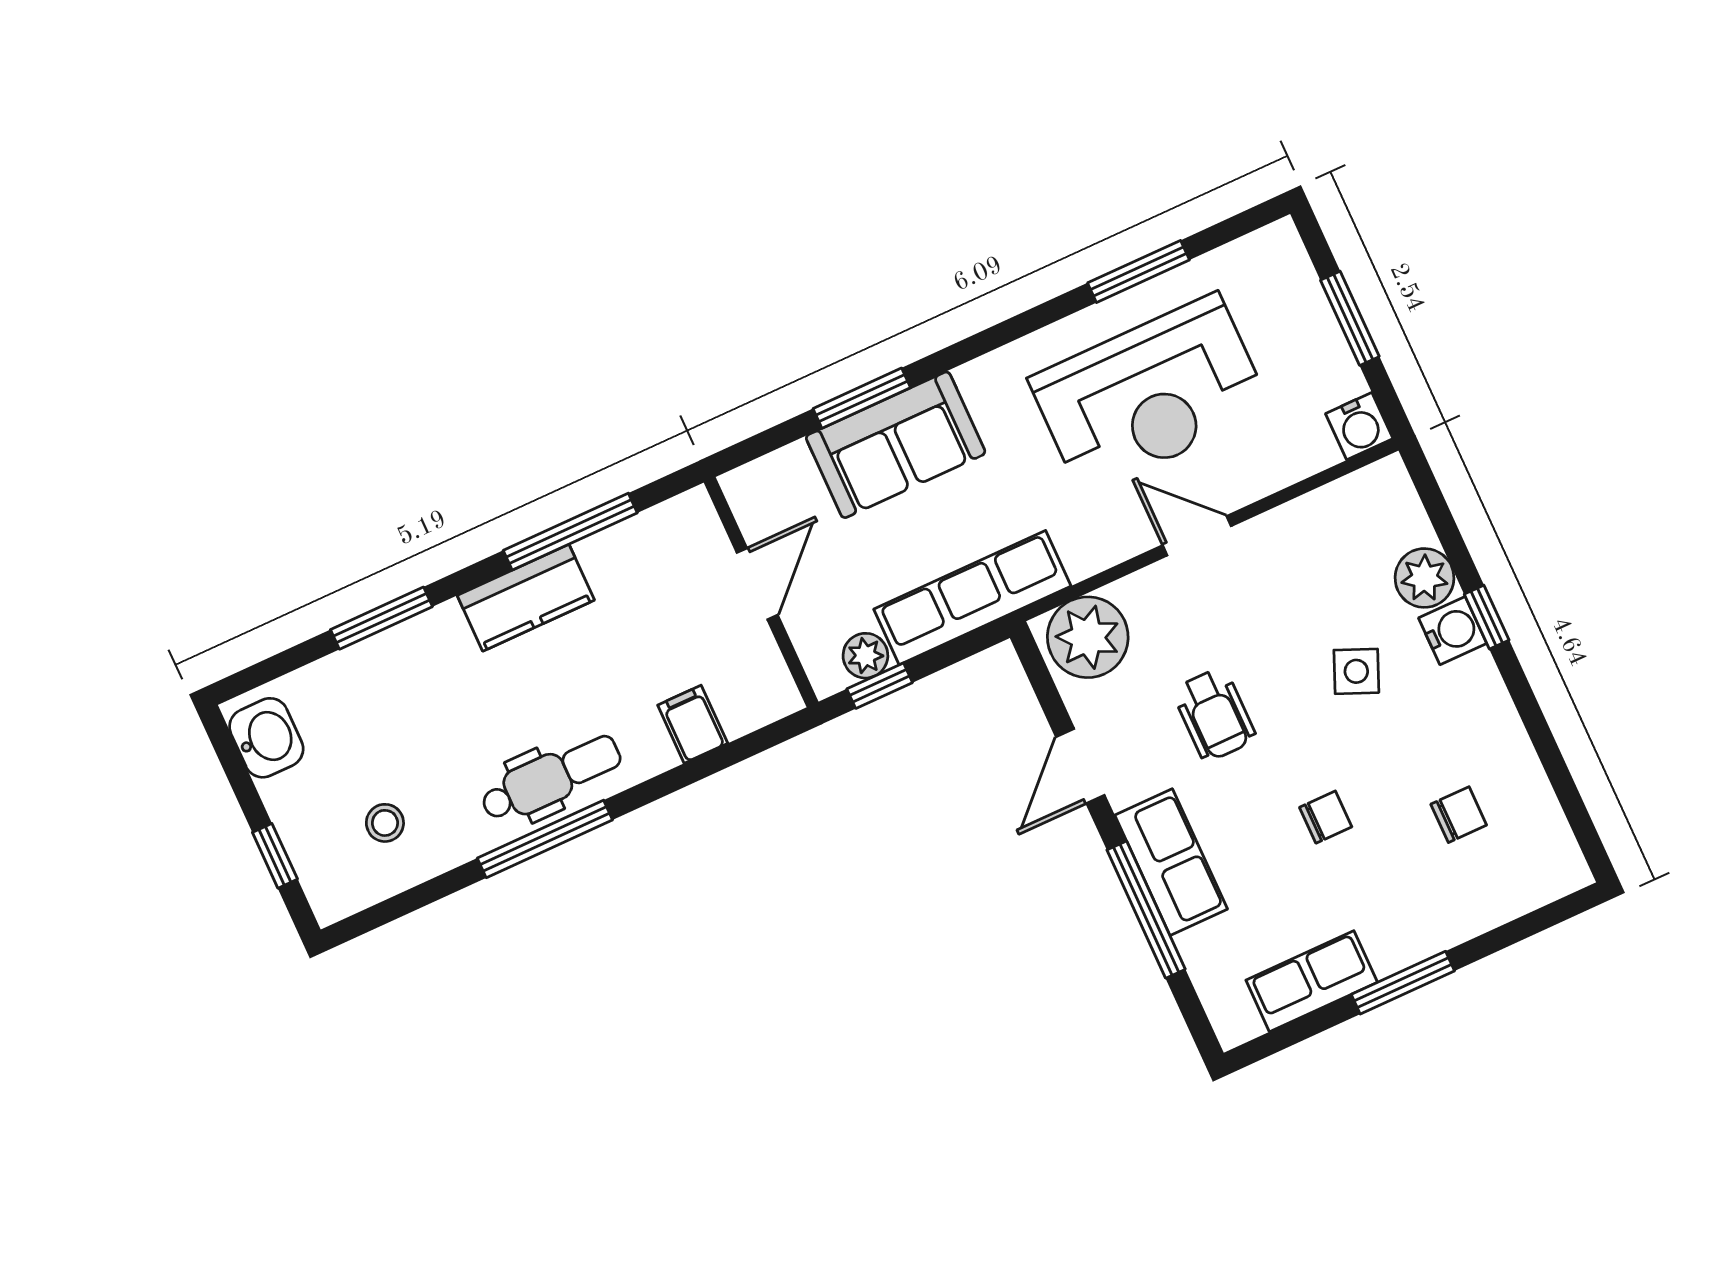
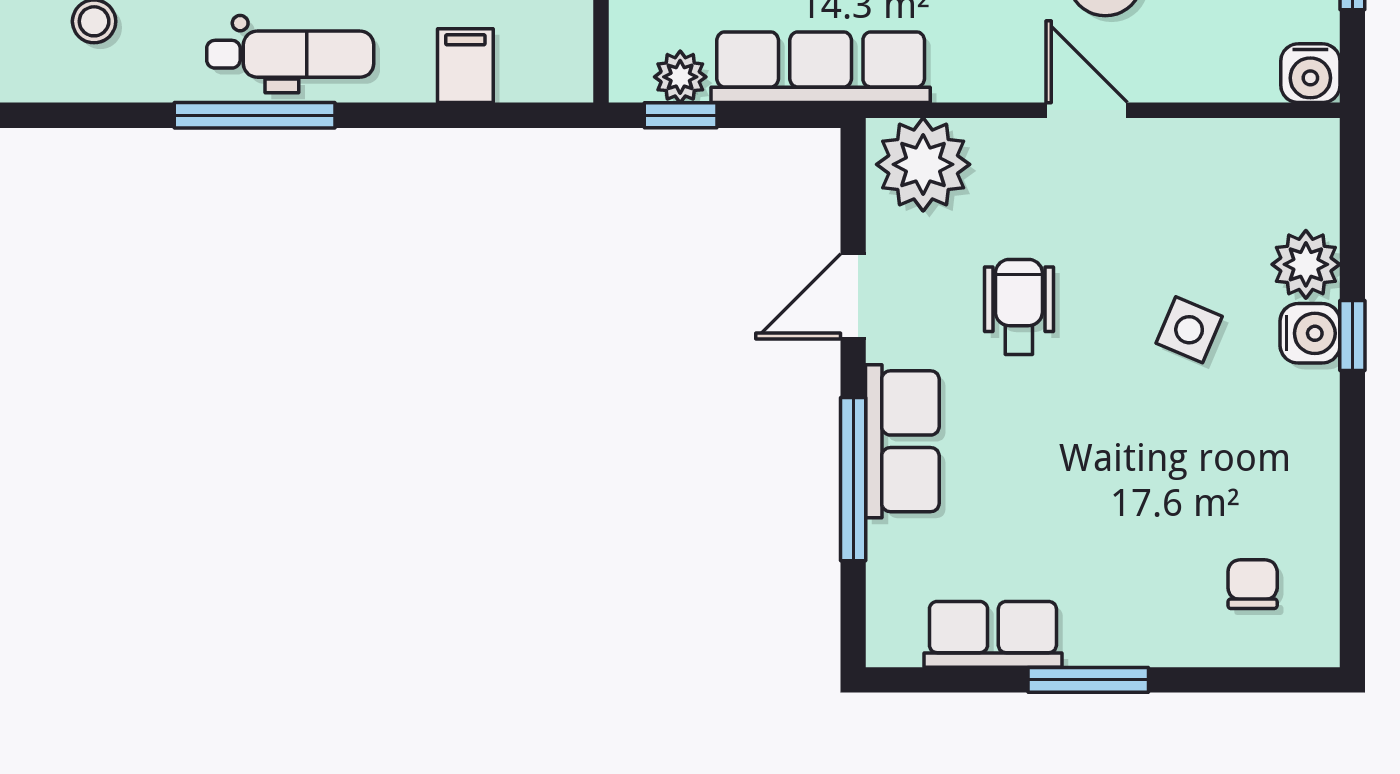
wheelchair: (1214, 715) -> (1019, 307), turned 180
chair: (1459, 815) -> (1253, 584), moved, turned -90
chair: (1326, 817) -> (1087, 468), removed

